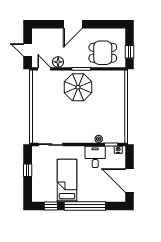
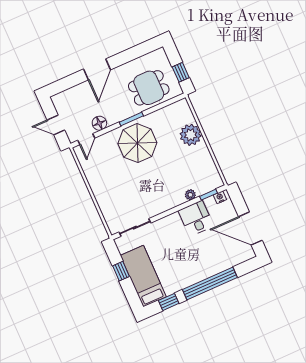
door: (44, 69) -> (86, 139), swing flipped
plant: (117, 98) -> (191, 135), added
bed: (67, 180) -> (143, 276), moved

